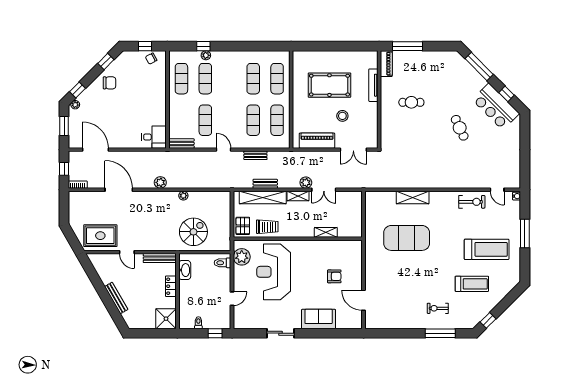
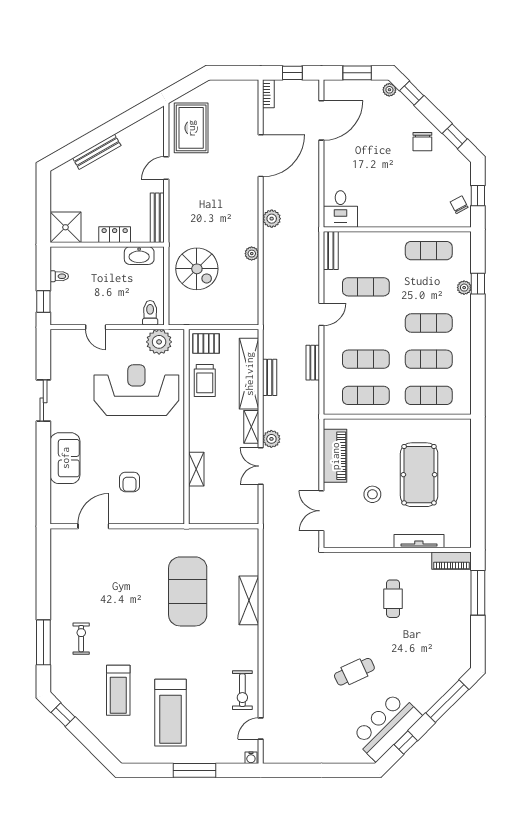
exercise mat: (205, 79) -> (429, 323), moved

